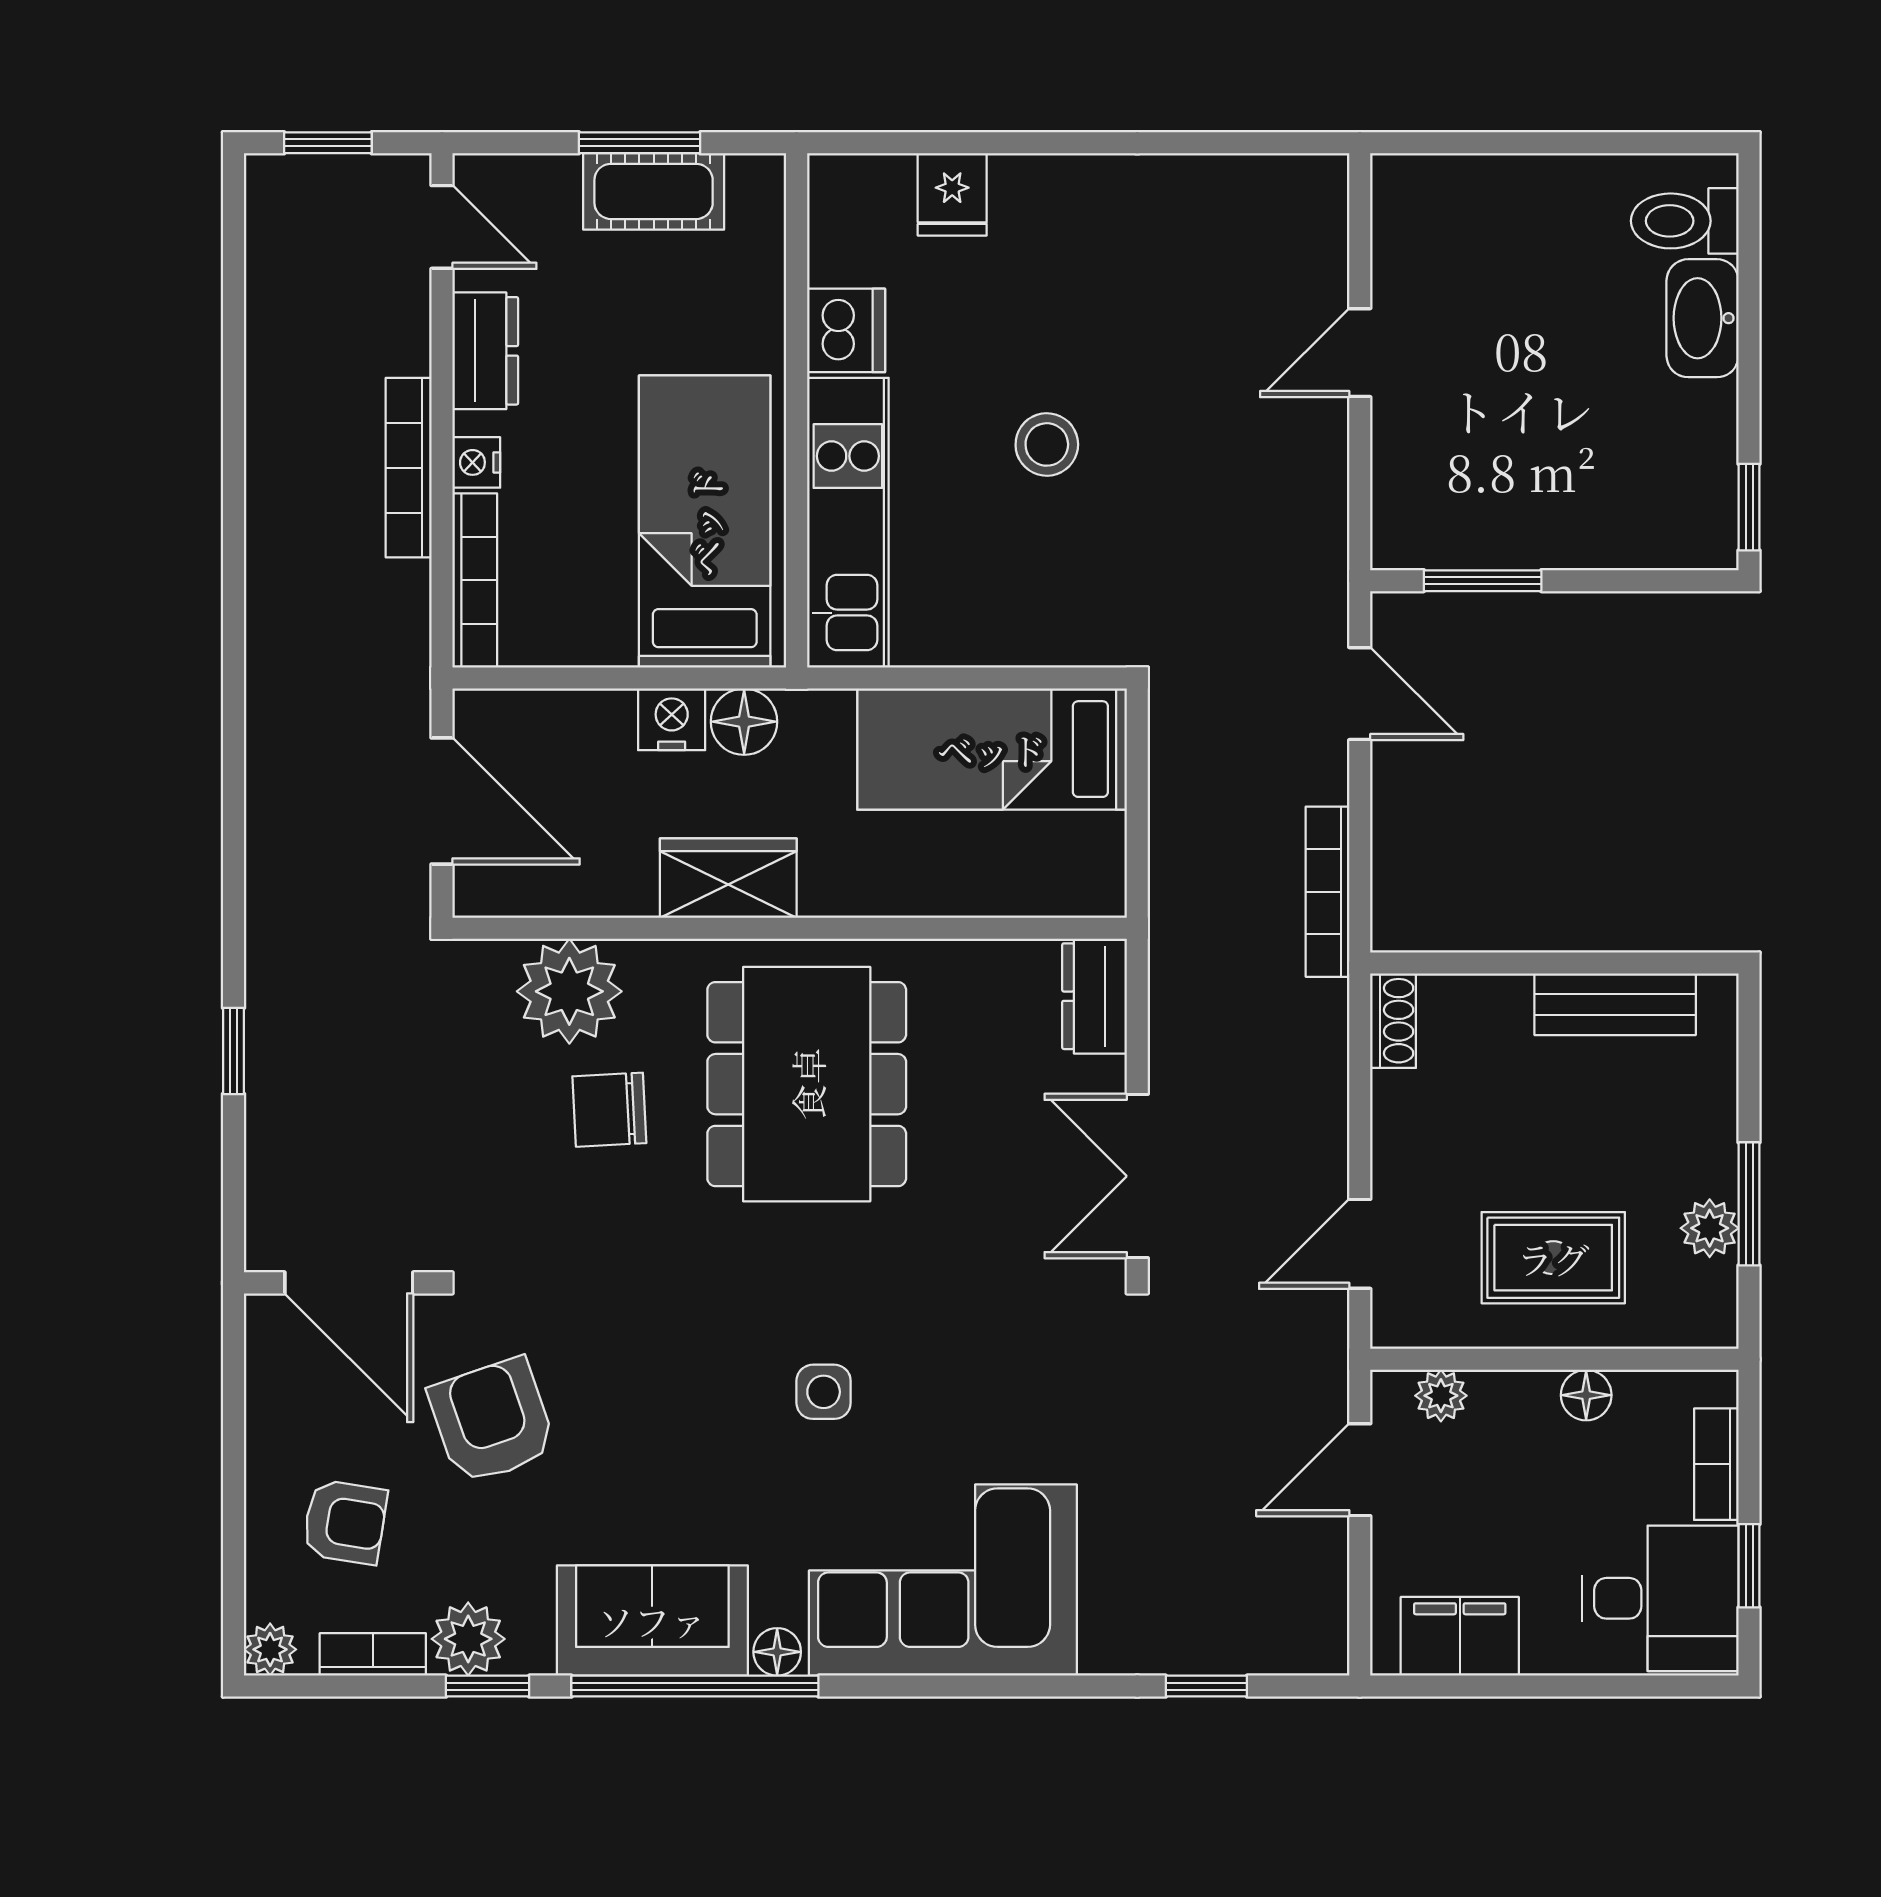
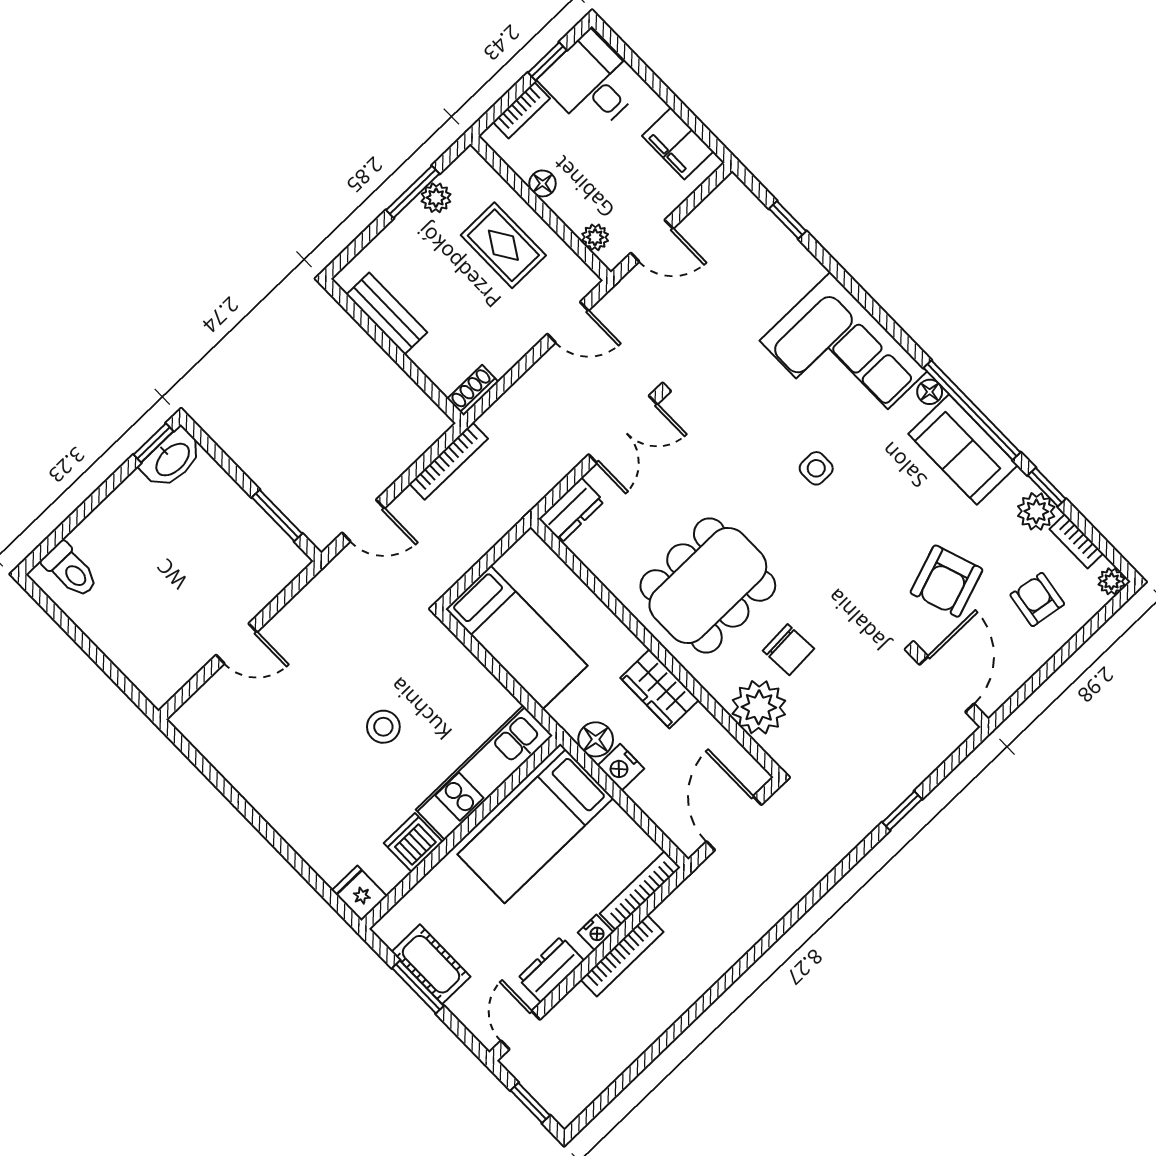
fridge: (952, 194) -> (359, 893), moved, turned -90
washbasin: (1703, 318) -> (172, 459), moved
door: (1360, 694) -> (363, 521), swing flipped

